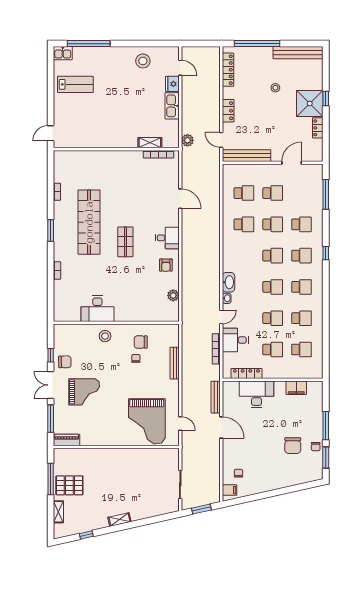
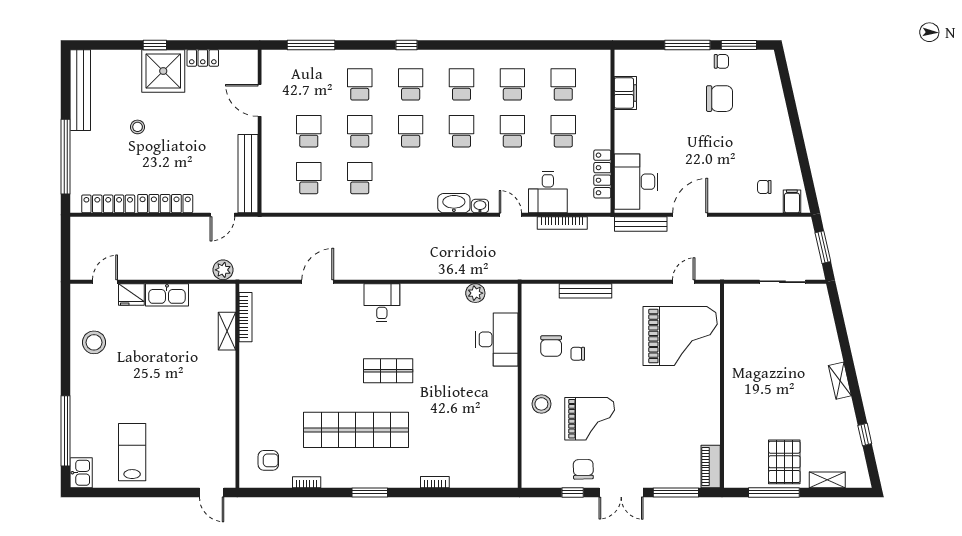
locker: (228, 111) -> (165, 204), width x1.53
armchair: (166, 265) -> (268, 460), moved
desk: (97, 309) -> (497, 339), moved
grand piano: (84, 392) -> (590, 419), moved, turned 90
desk: (256, 394) -> (636, 182), moved

